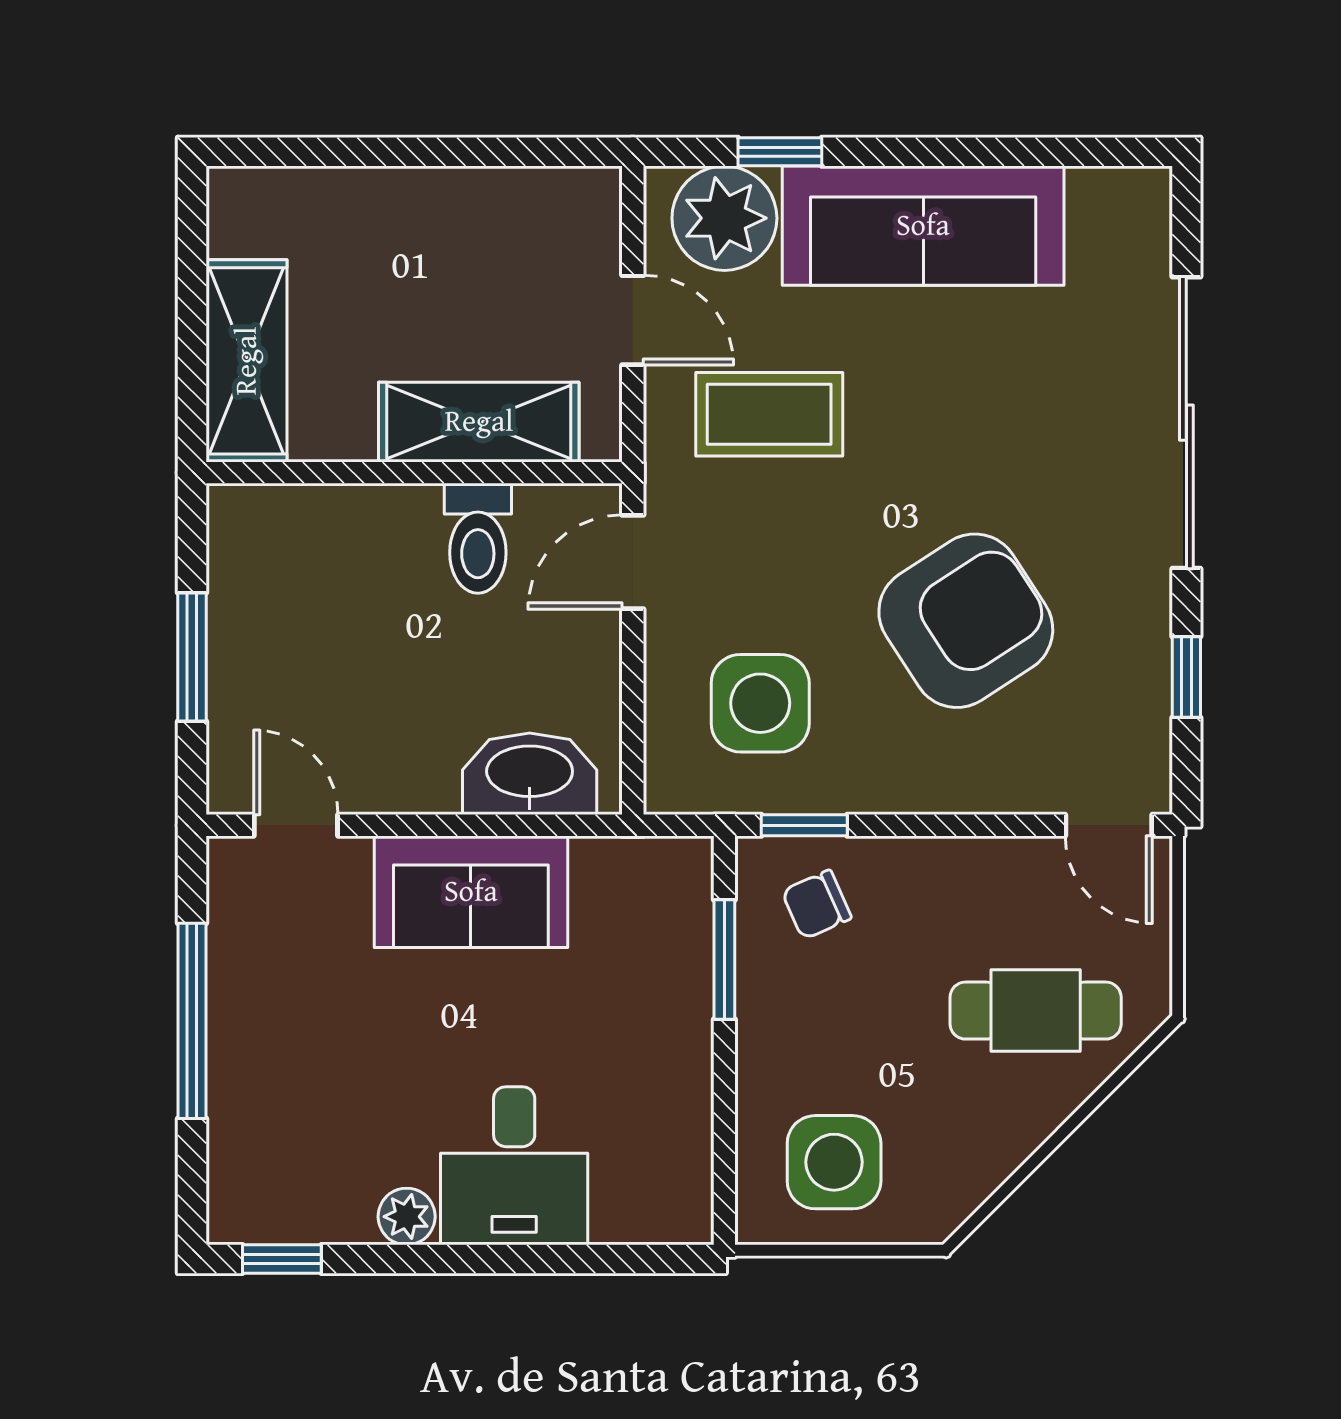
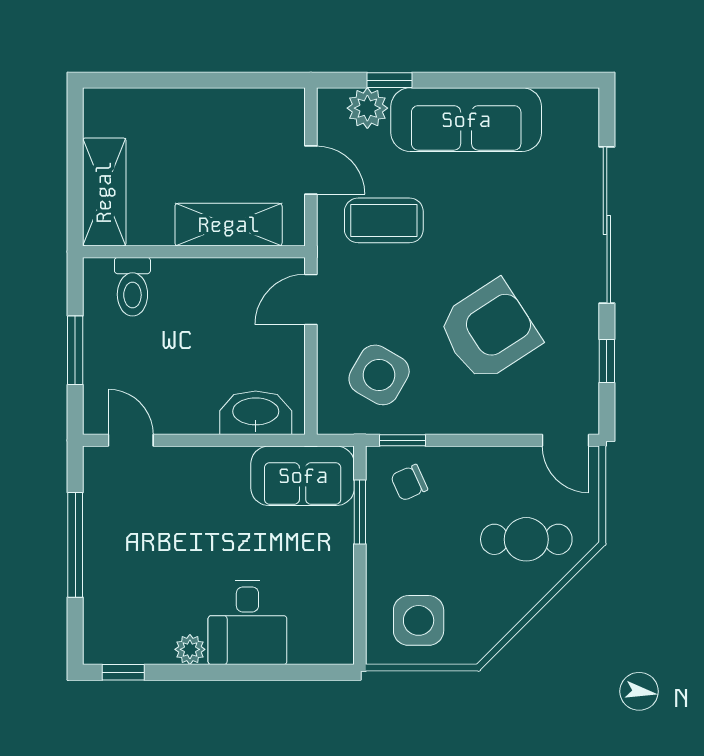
plant: (724, 218) -> (367, 108), width x0.73, depth x0.73
toilet: (478, 538) -> (132, 287), moved
side table: (760, 703) -> (379, 375), turned 30
sofa: (471, 892) -> (303, 476), moved

